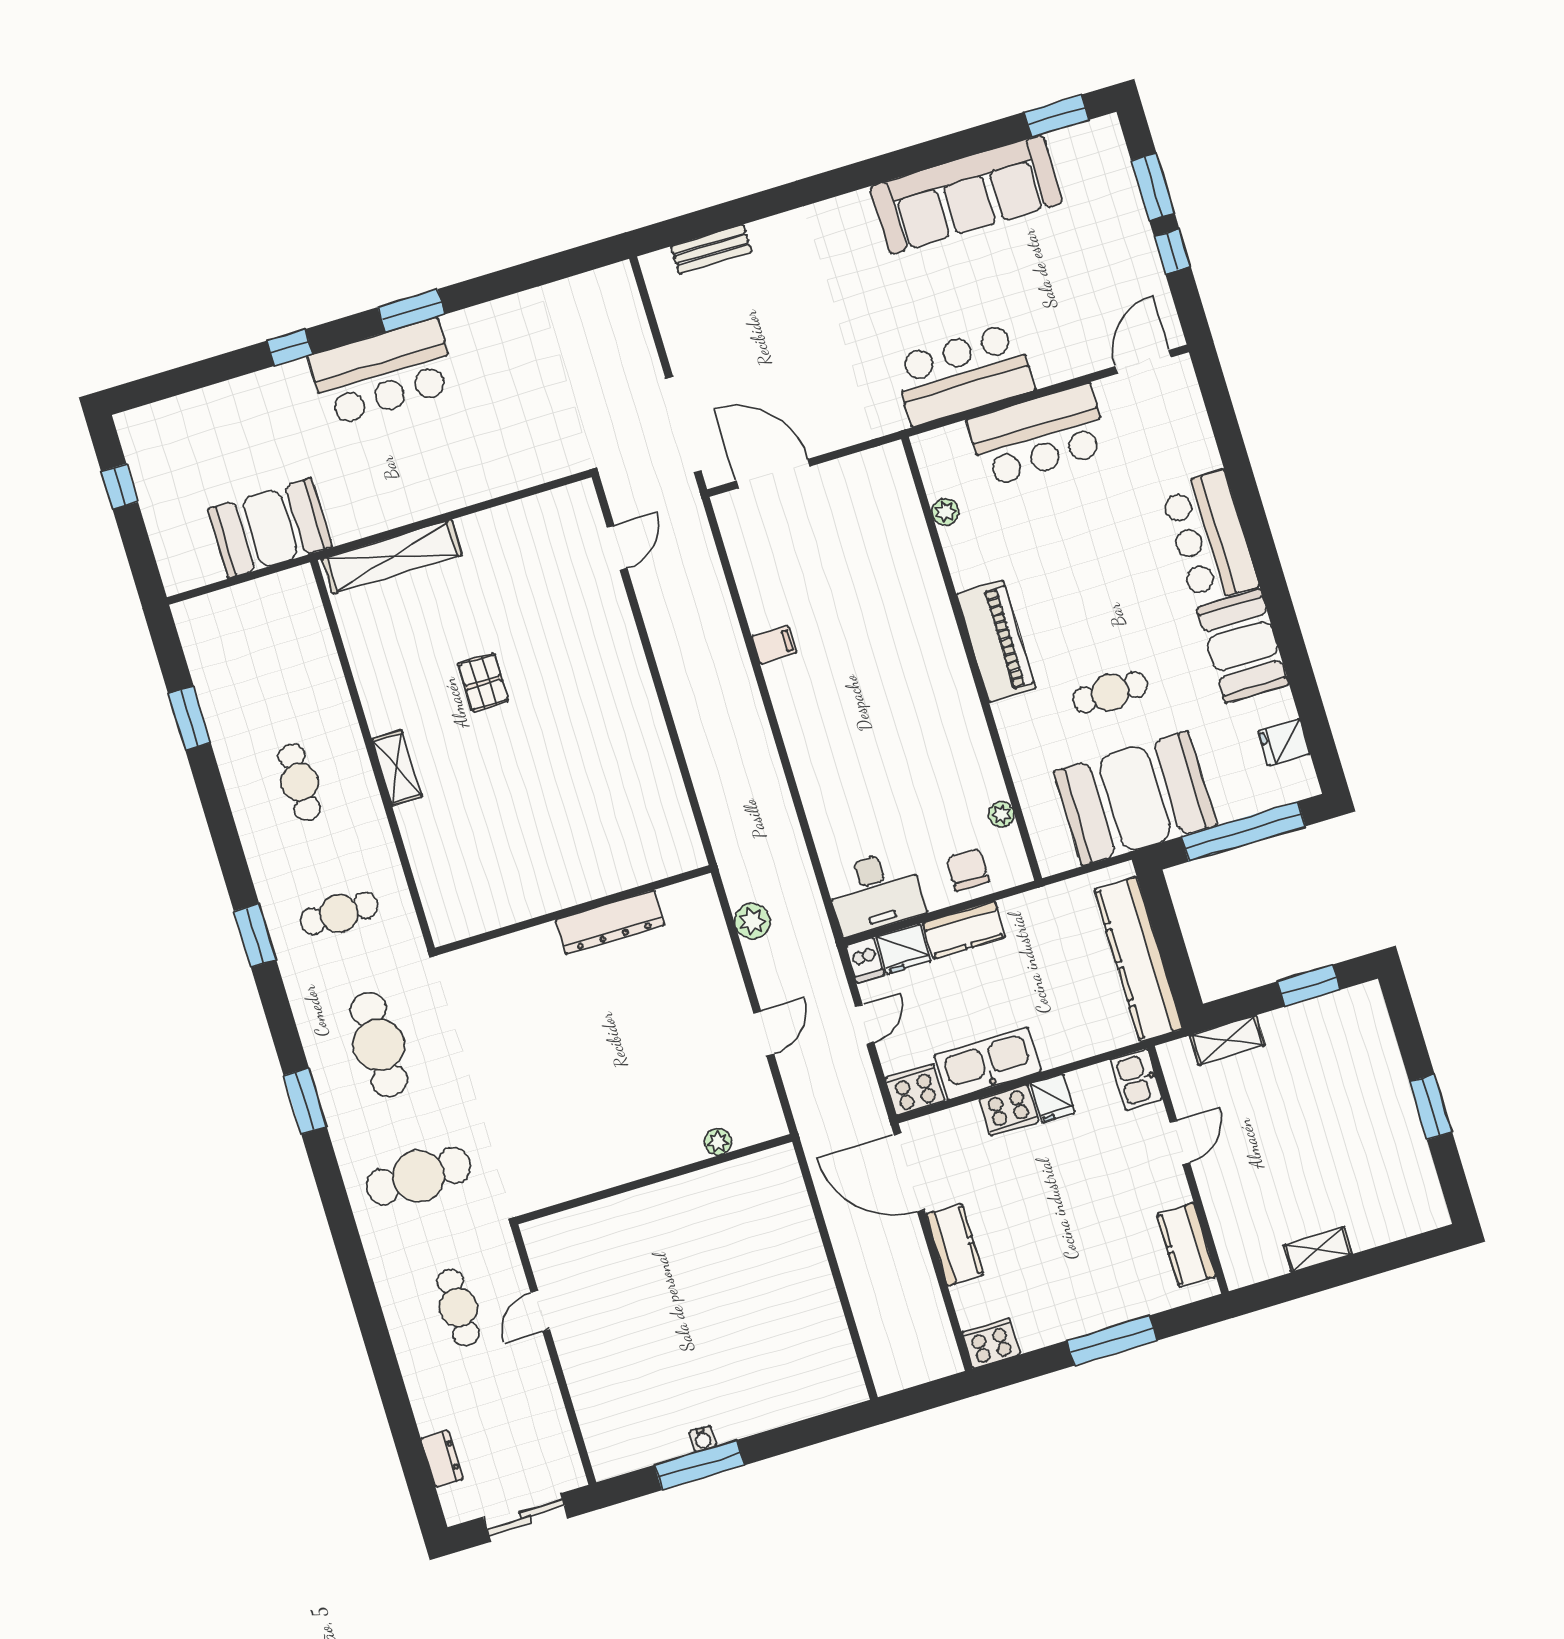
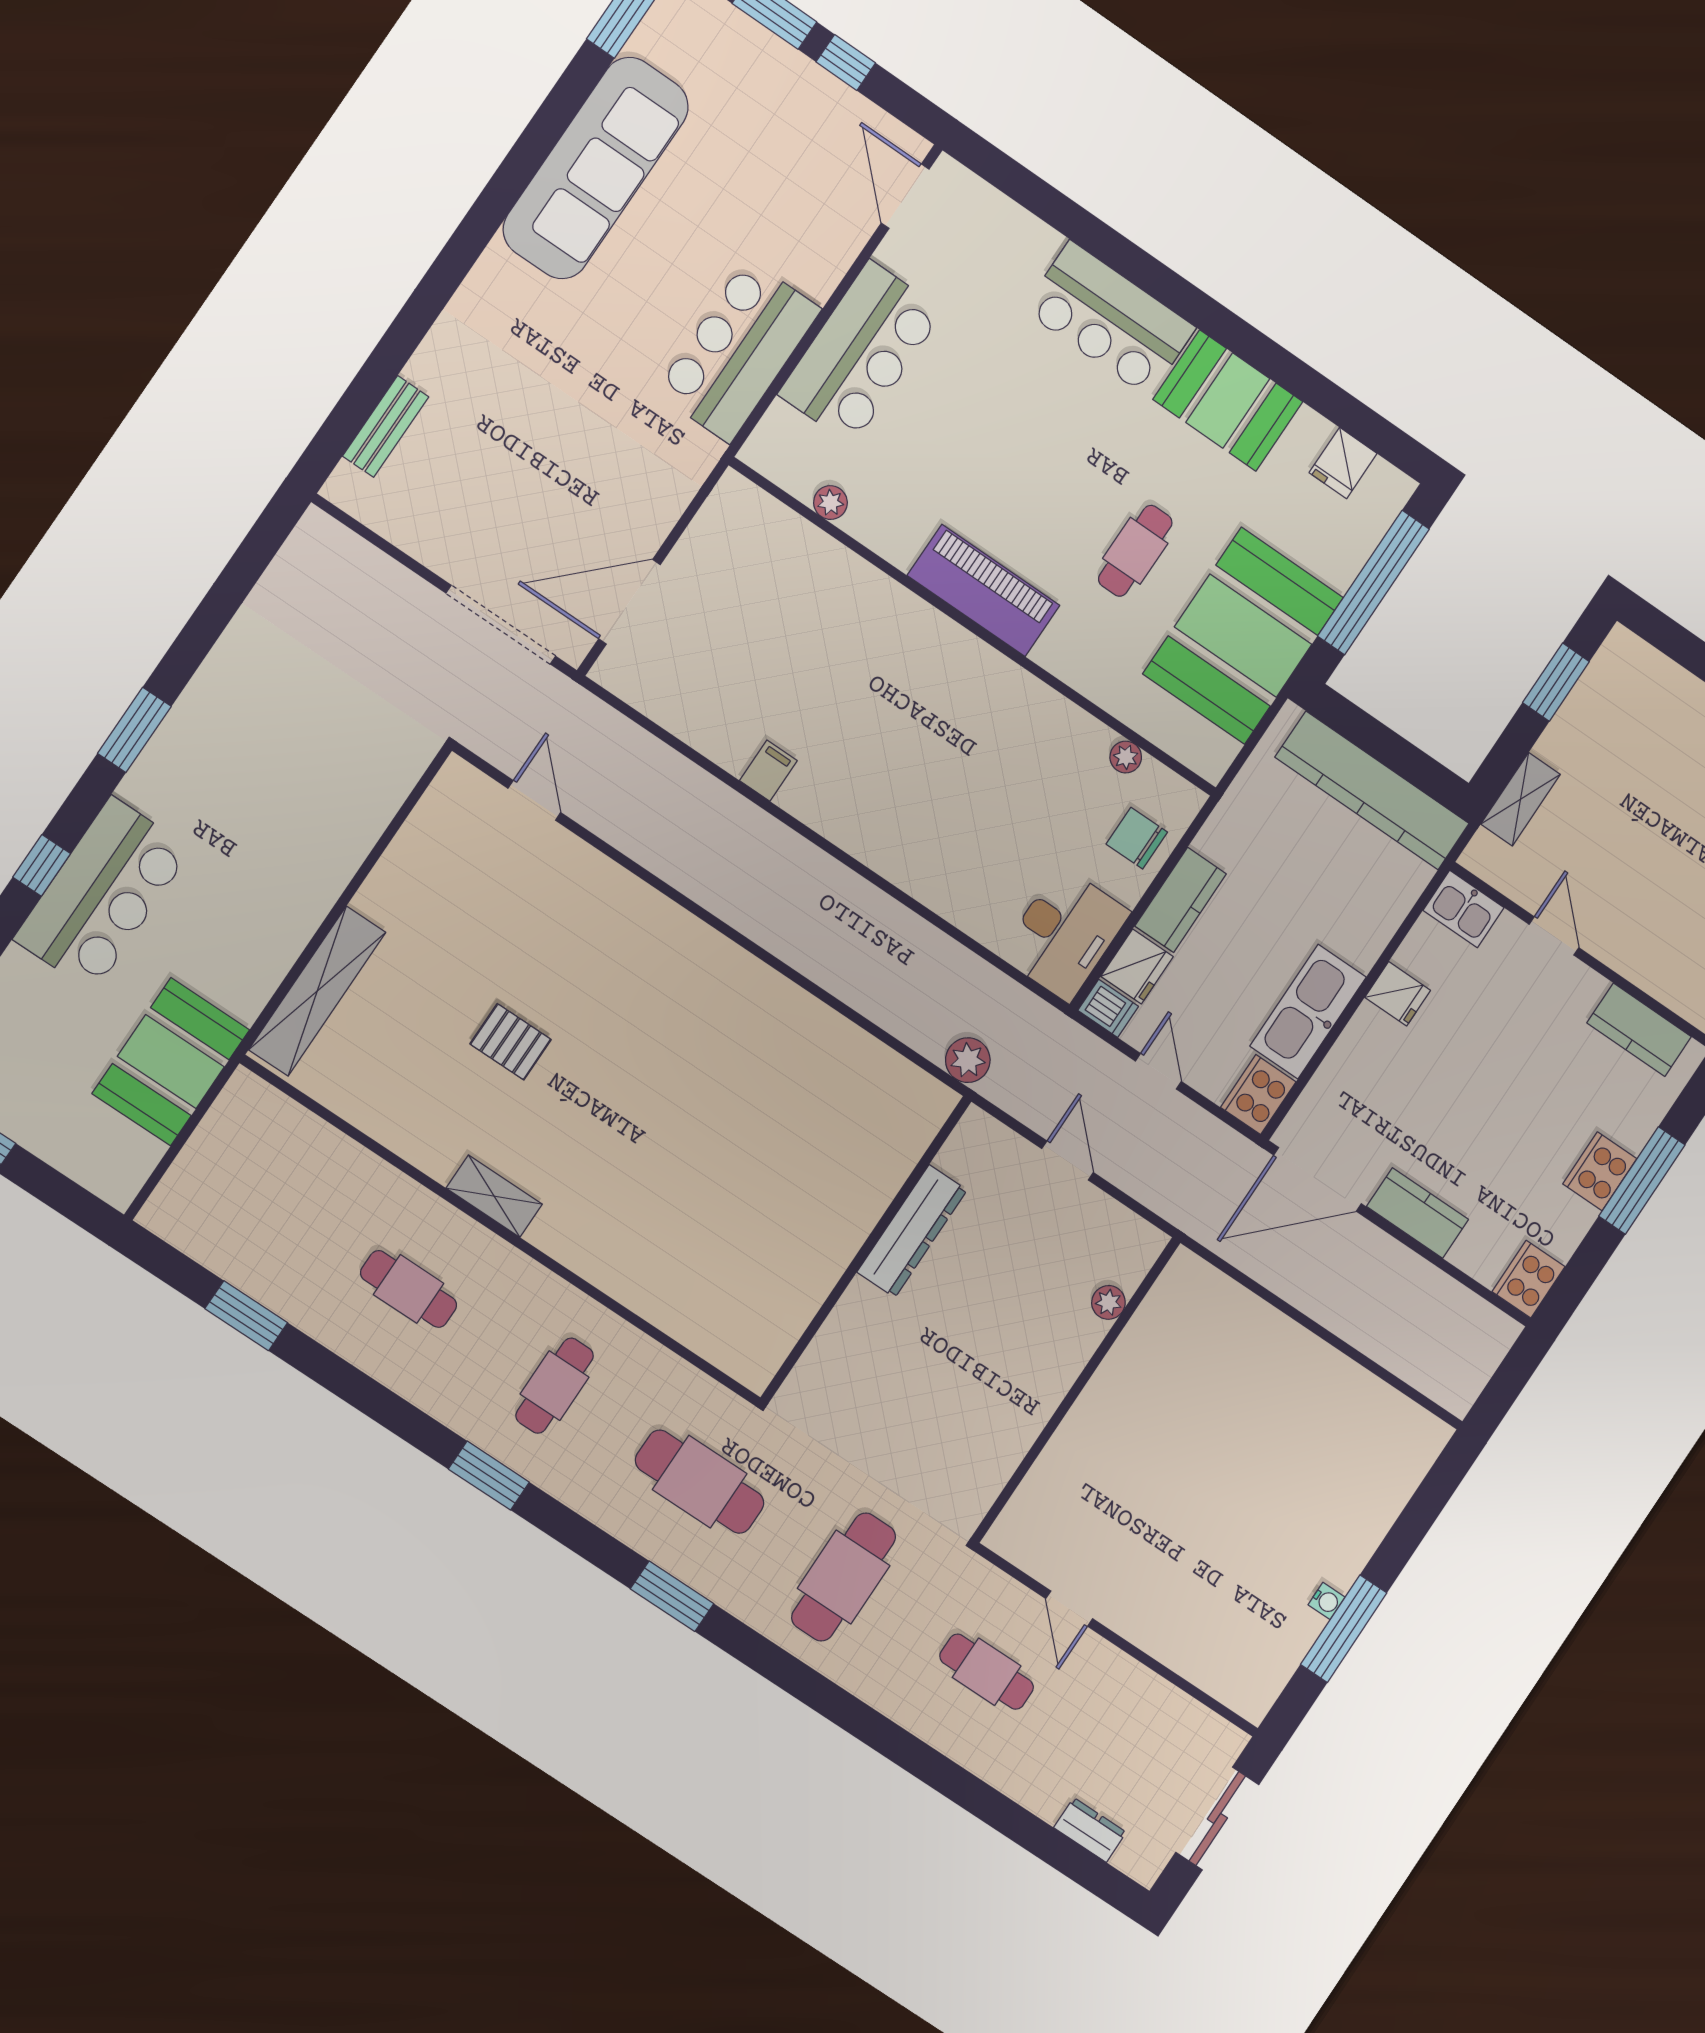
bar counter: (383, 373) -> (102, 894), moved
wall: (573, 910) -> (866, 1249), moved
dresser: (610, 922) -> (912, 1231), moved
cooker: (1009, 1110) -> (1600, 1171), moved, turned 180

